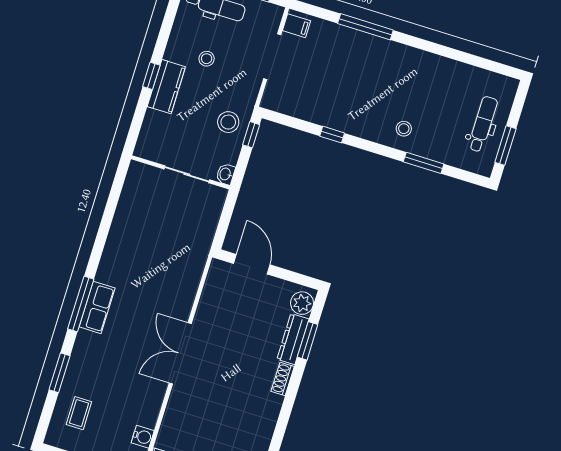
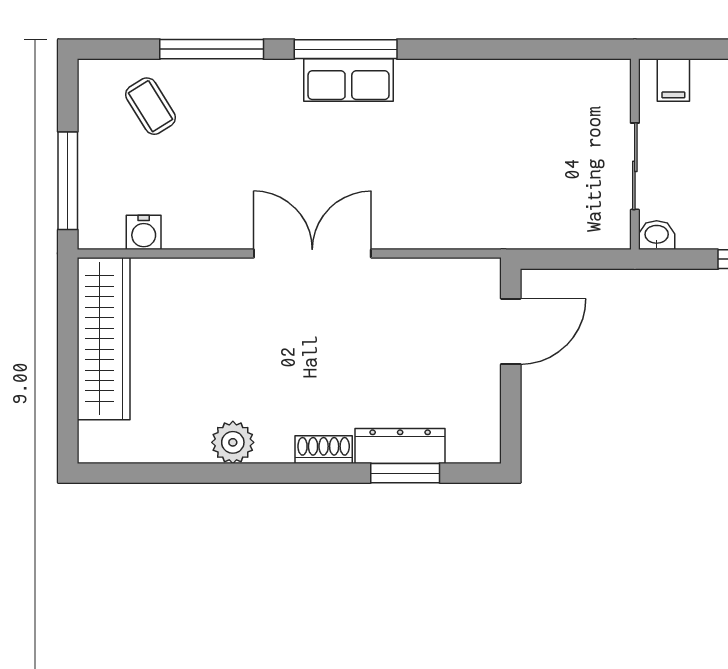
filing cabinet: (149, 141) -> (673, 80), added
plant: (302, 303) -> (233, 442), moved
window: (59, 373) -> (212, 49), width x1.44
coffee table: (79, 413) -> (151, 106), turned 58

